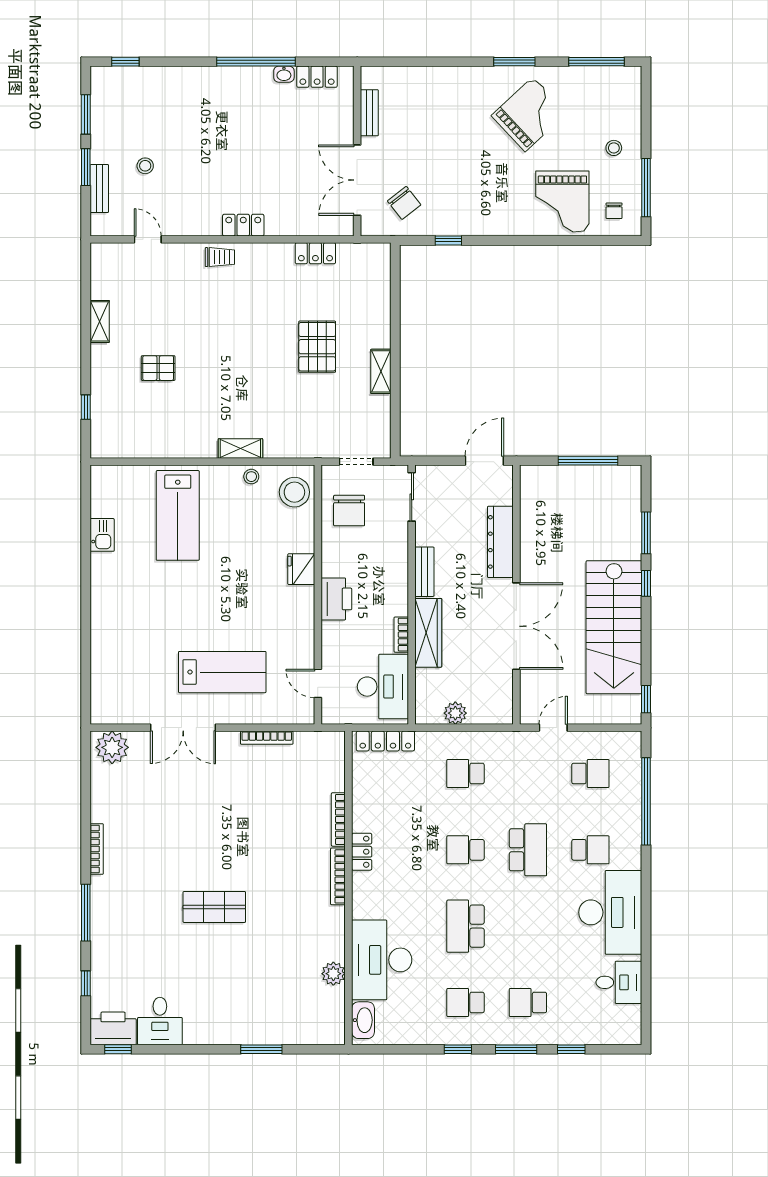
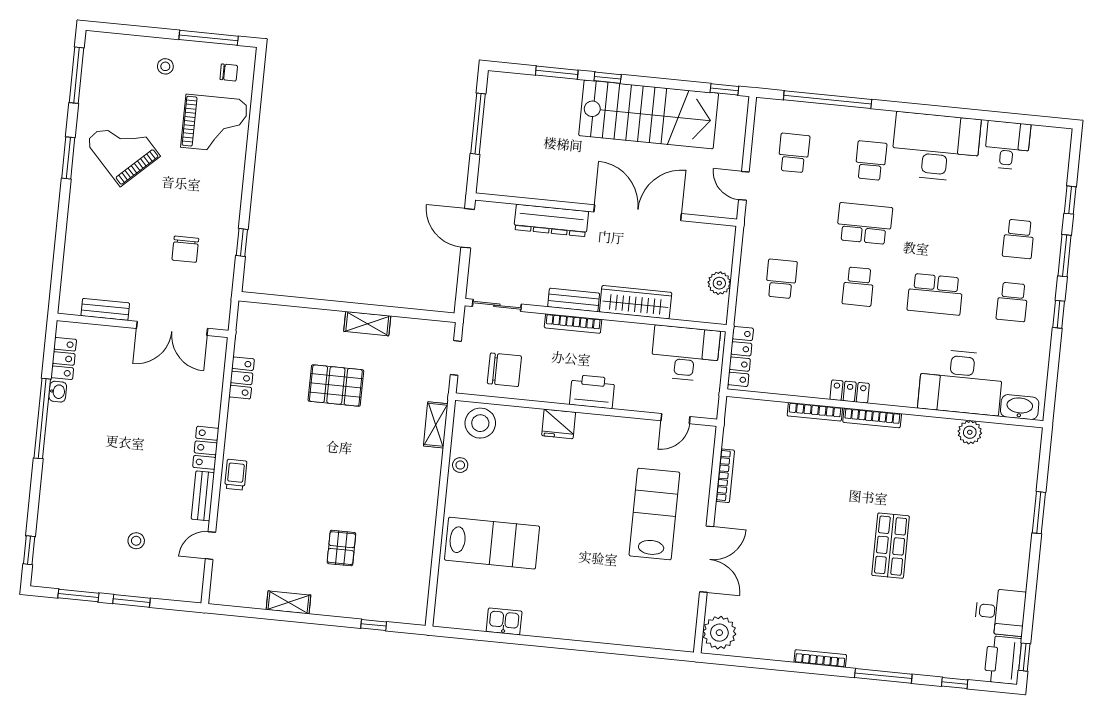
bench: (99, 189) -> (203, 496), moved, turned 90
chair: (404, 203) -> (185, 249), moved, turned 128
shelving: (240, 449) -> (436, 425), moved
bookcase: (401, 635) -> (573, 323), moved, width x1.56
school desk: (466, 773) -> (781, 279), turned 180

